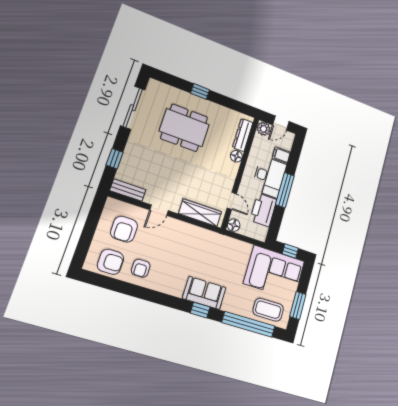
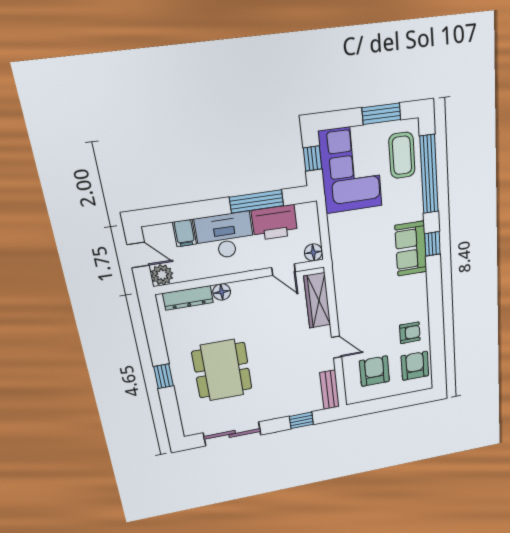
window: (285, 190) -> (256, 201), moved
door: (232, 201) -> (283, 270), swing flipped
armchair: (124, 229) -> (374, 371), turned -90

